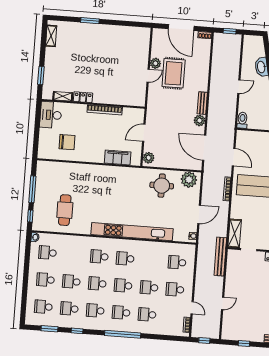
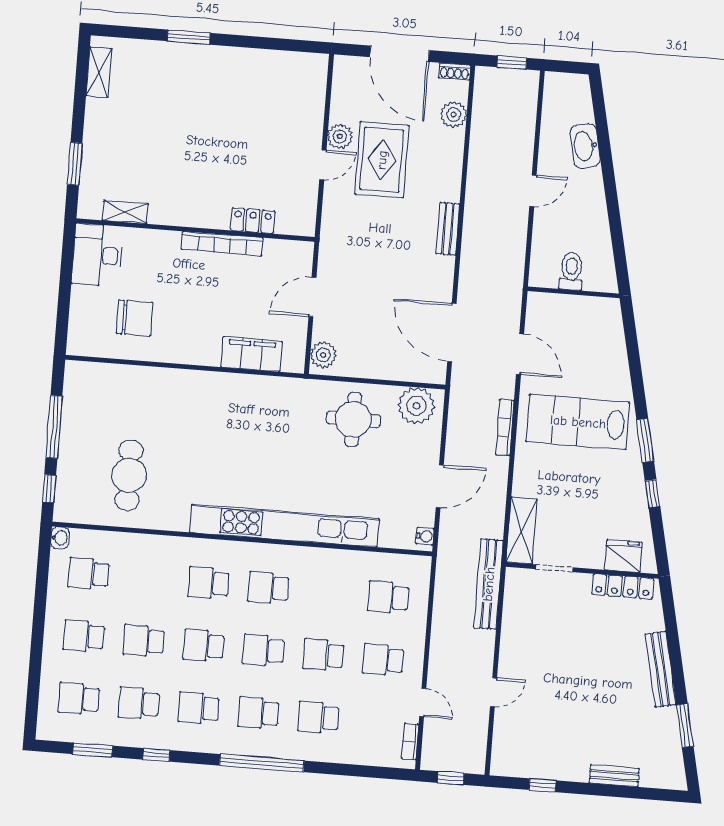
locker: (83, 97) -> (253, 221), moved
toilet: (242, 120) -> (571, 271), moved
plant: (200, 121) -> (454, 115), moved

